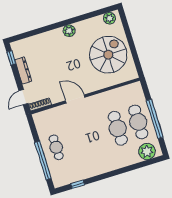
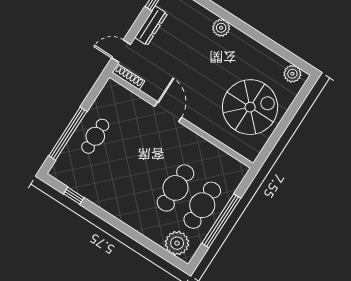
plant: (69, 31) -> (221, 28), moved

